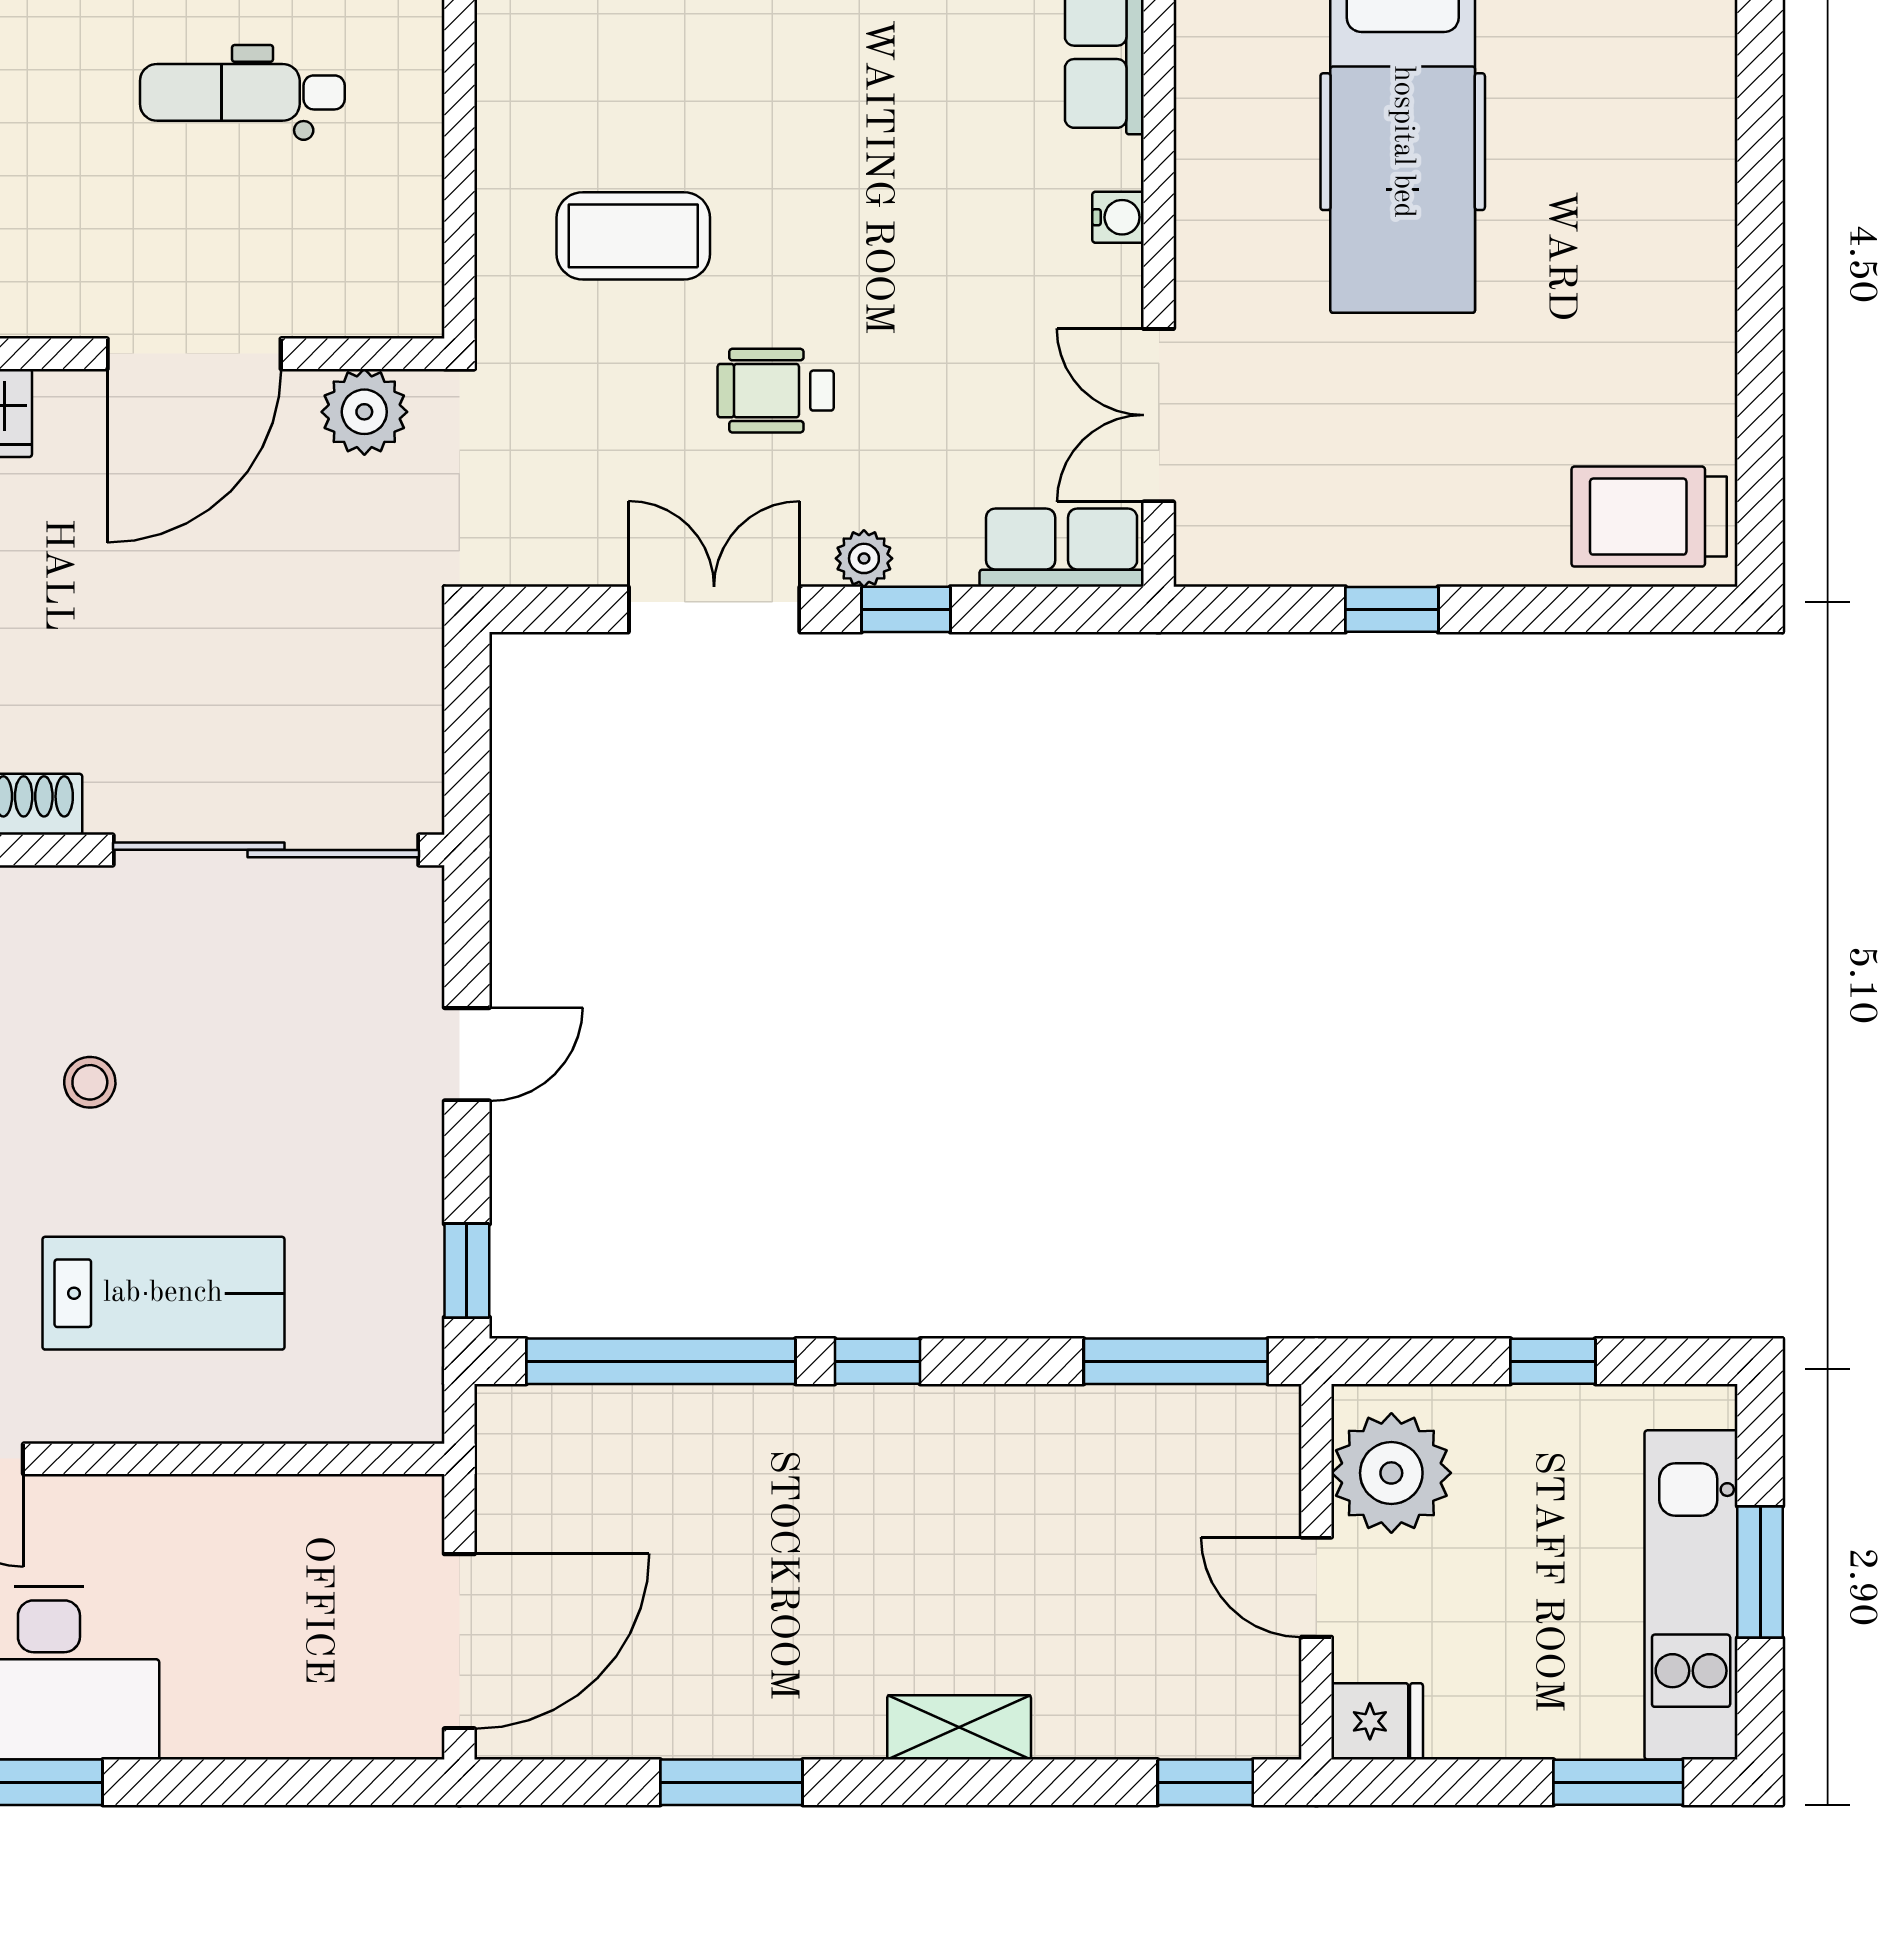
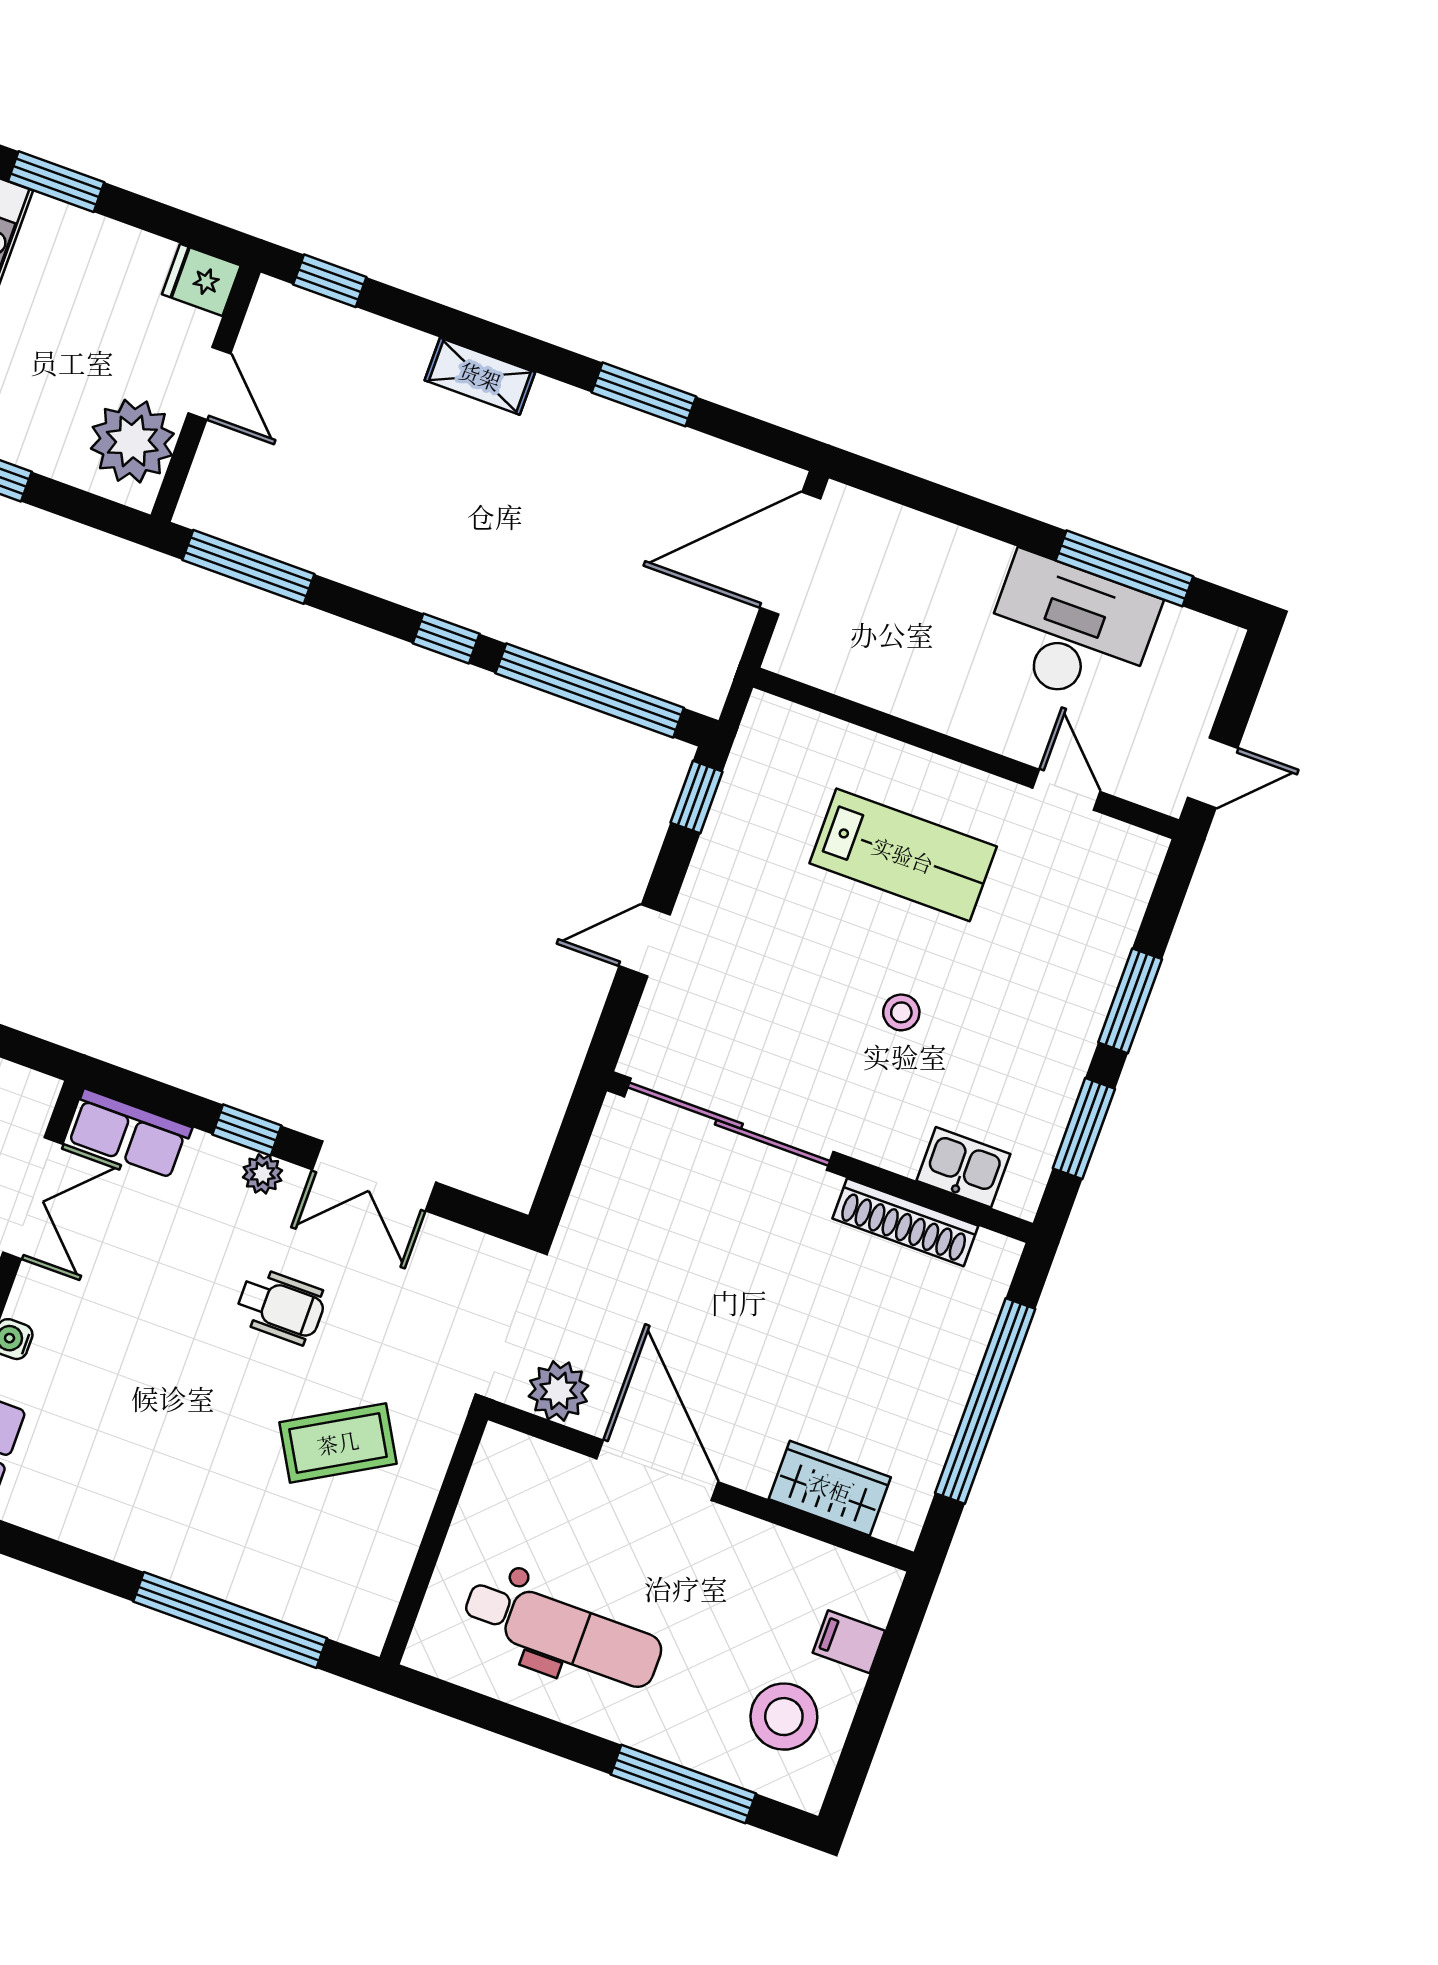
dental chair: (242, 92) -> (563, 1632), width x1.36, depth x1.38
coffee table: (633, 236) -> (338, 1443), turned -30
door: (194, 354) -> (657, 1470), hinge flipped
lab bench: (163, 1293) -> (903, 855), turned 180

